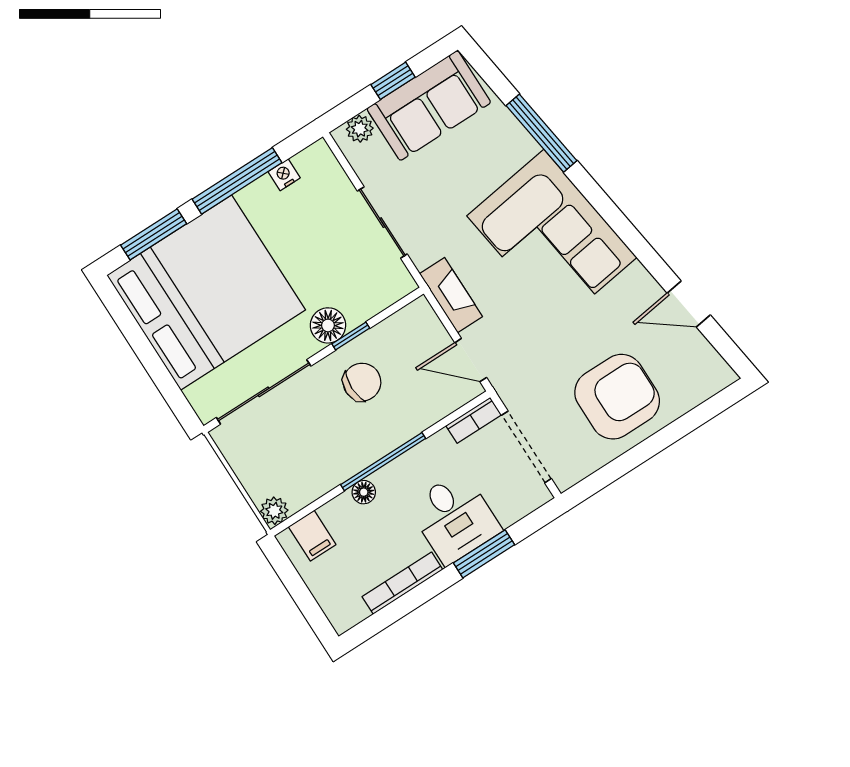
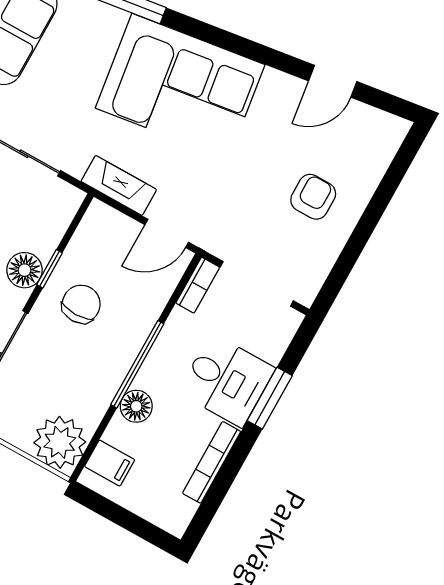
armchair: (617, 397) -> (313, 197), width x0.53, depth x0.53
floor lamp: (364, 492) -> (136, 406), width x1.37, depth x1.37
plant: (274, 511) -> (60, 442), width x1.88, depth x1.88

